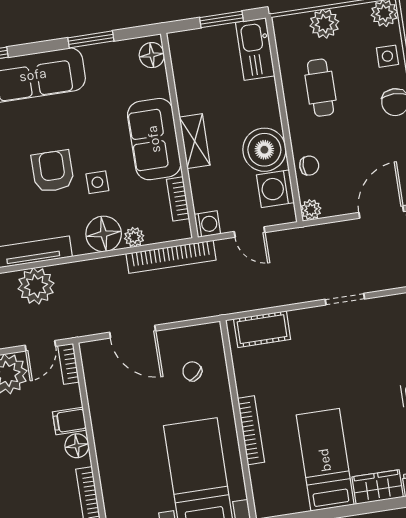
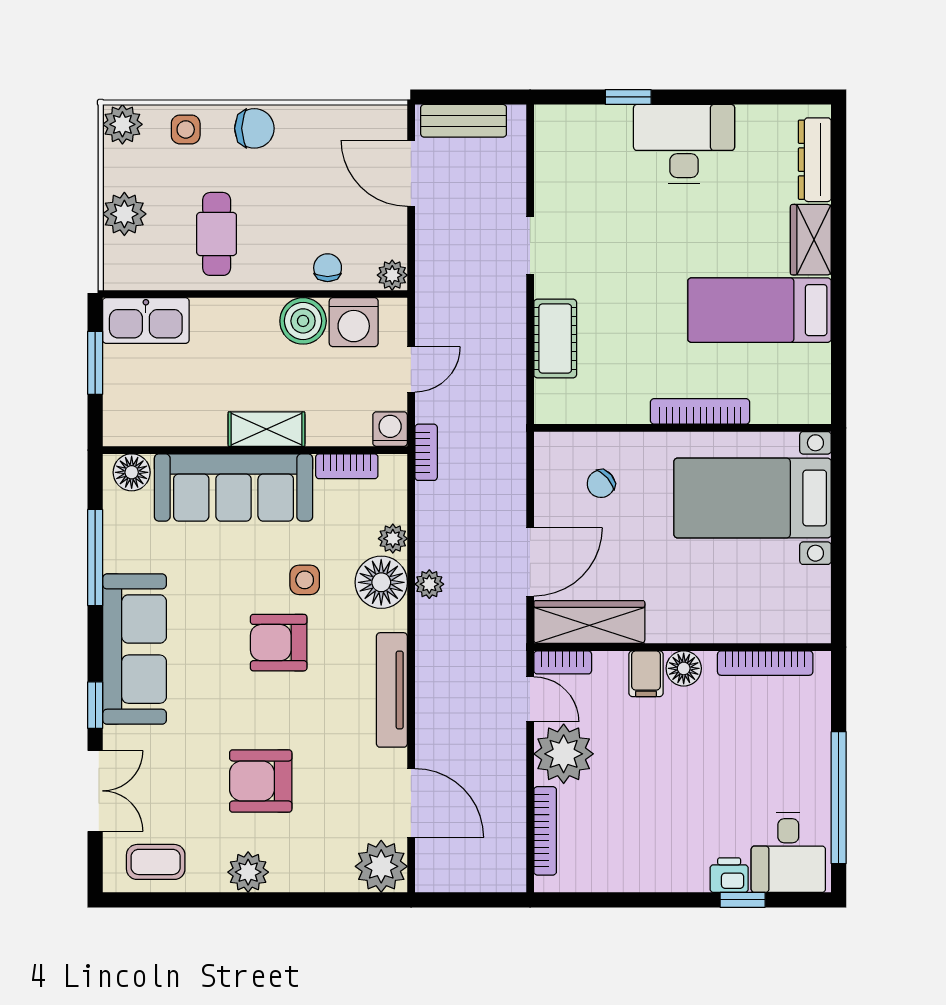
window: (91, 39) -> (95, 558), width x1.44
cafe table: (320, 88) -> (217, 234), turned 90
sofa: (154, 139) -> (233, 487), width x1.36
boiler: (264, 150) -> (303, 321), width x0.73, depth x0.73
bookcase: (171, 257) -> (426, 452), width x0.43, depth x0.76
plant: (36, 286) -> (429, 584), moved, width x0.53, depth x0.53
cot: (262, 329) -> (555, 339), moved
wardrobe: (98, 378) -> (589, 622), added

